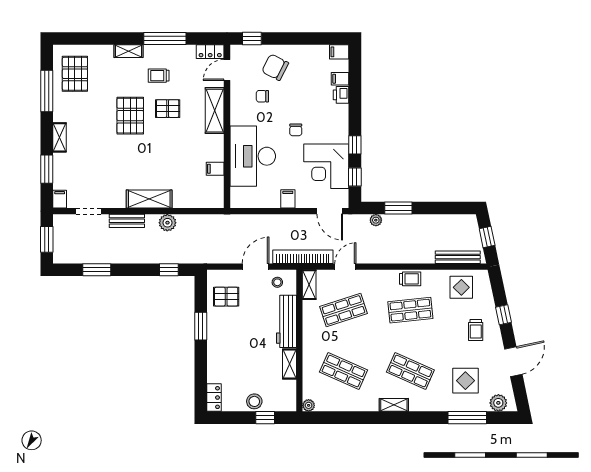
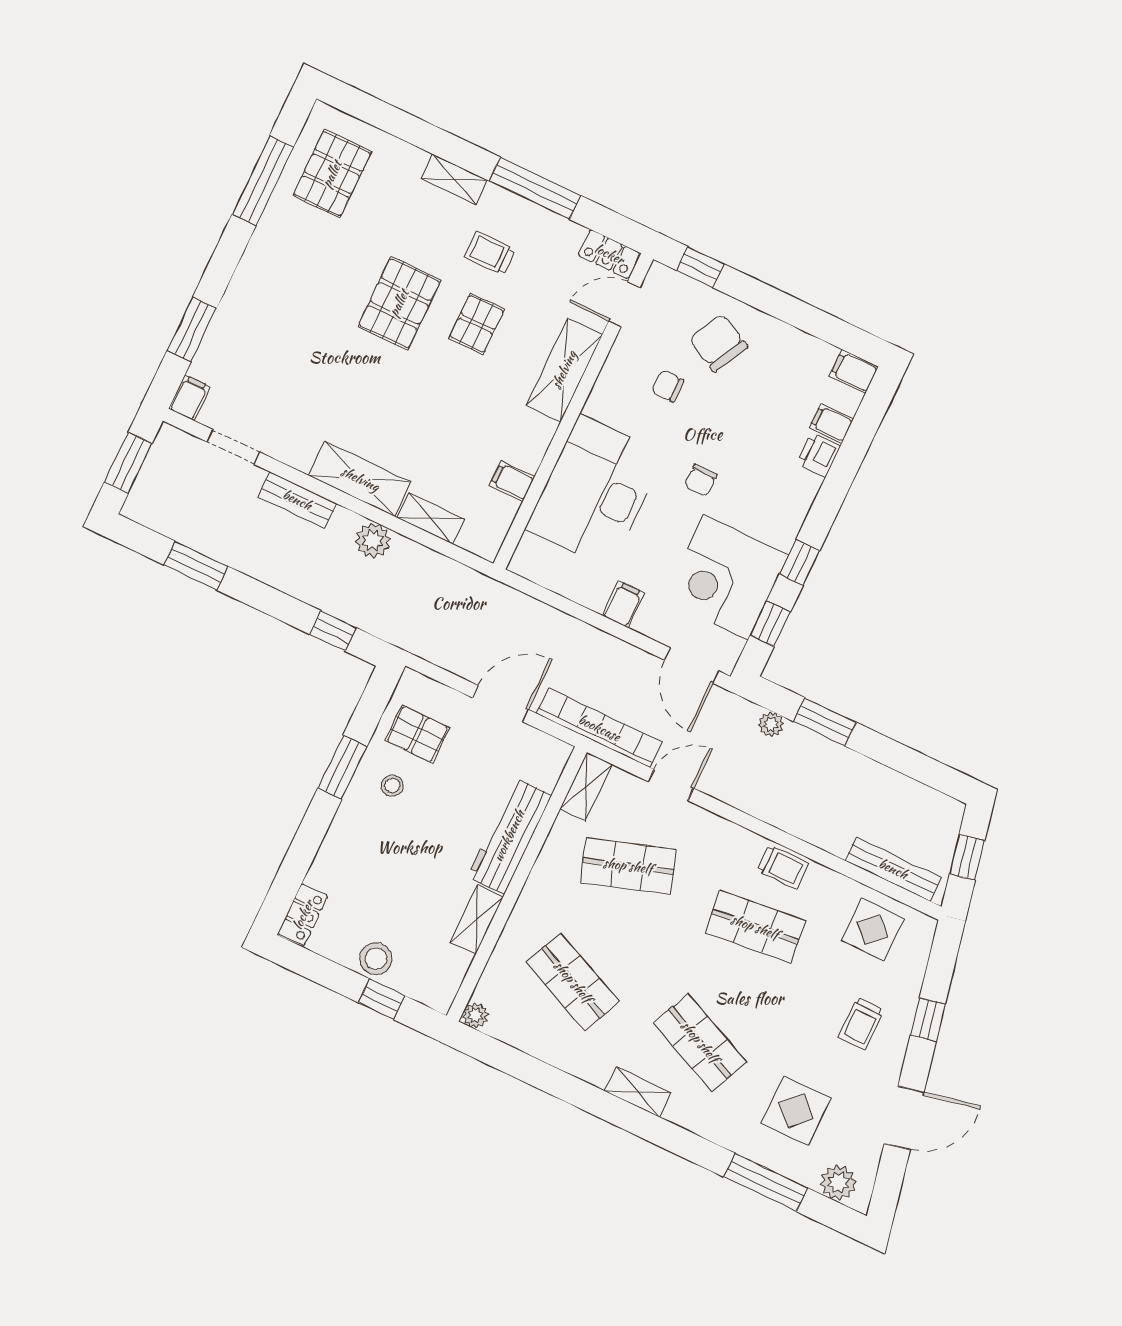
pallet: (168, 109) -> (477, 324), turned 90
shelving: (59, 137) -> (431, 518), moved, turned 90
stool: (277, 282) -> (392, 786), moved

